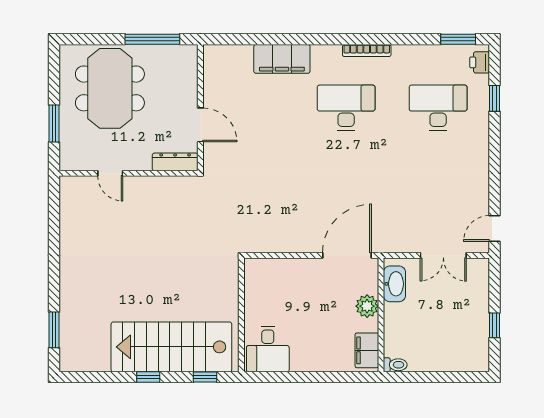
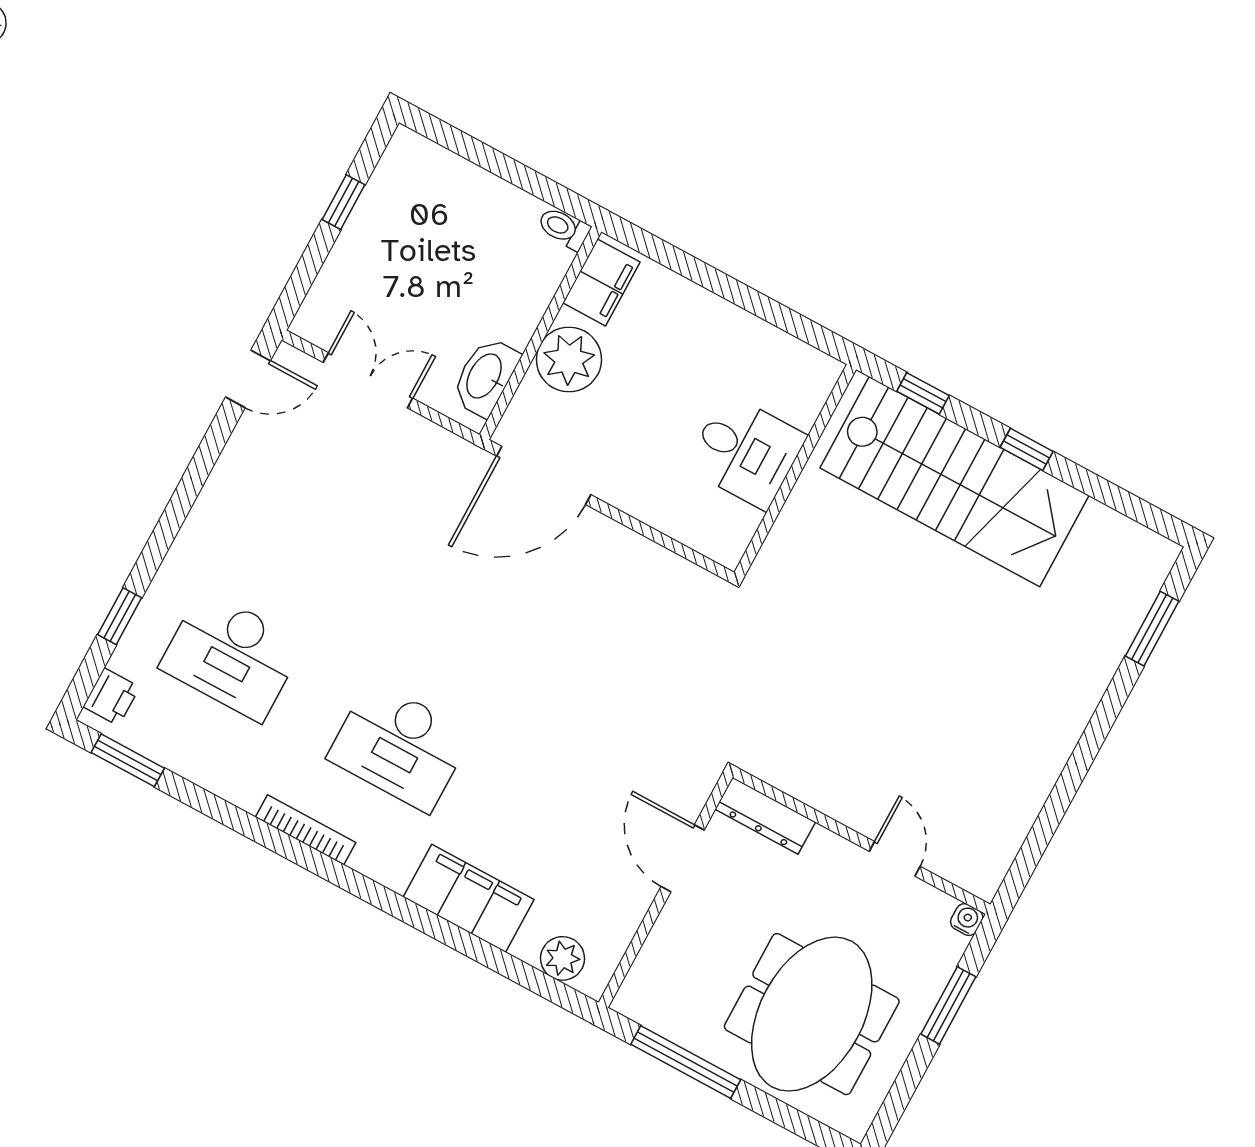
plant: (228, 55) -> (563, 958), added
water cooler: (66, 164) -> (967, 920), added
plant: (367, 306) -> (569, 359), width x1.36, depth x1.36
desk: (268, 349) -> (746, 451), moved, turned 90

